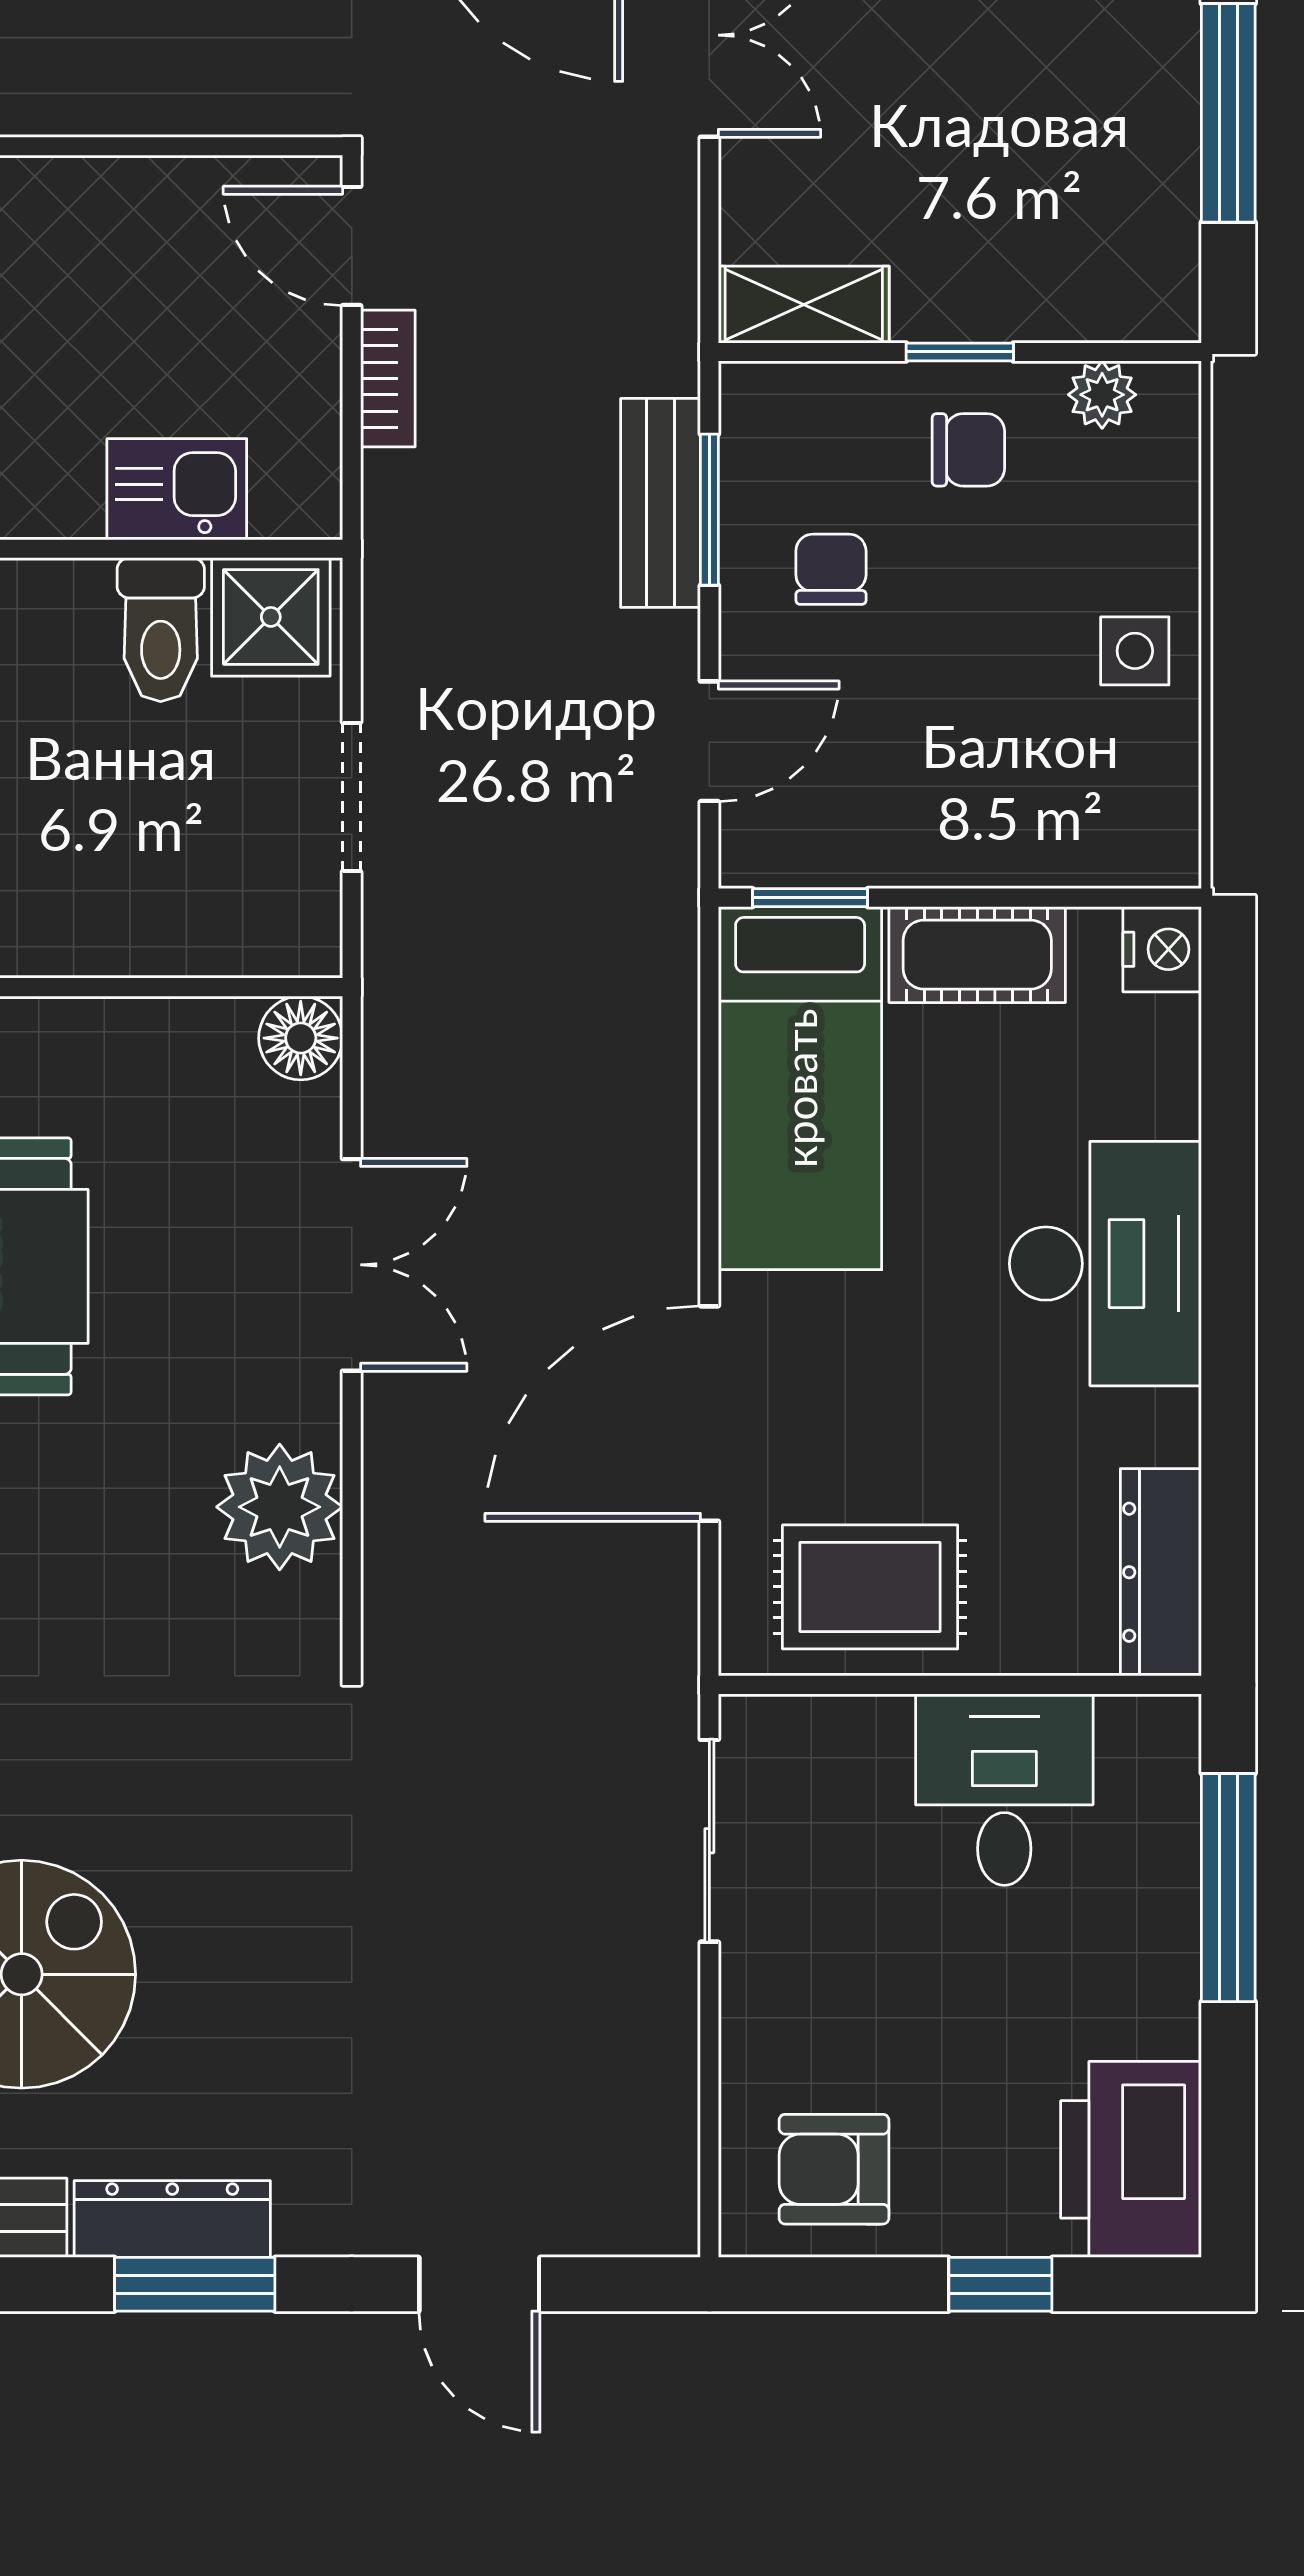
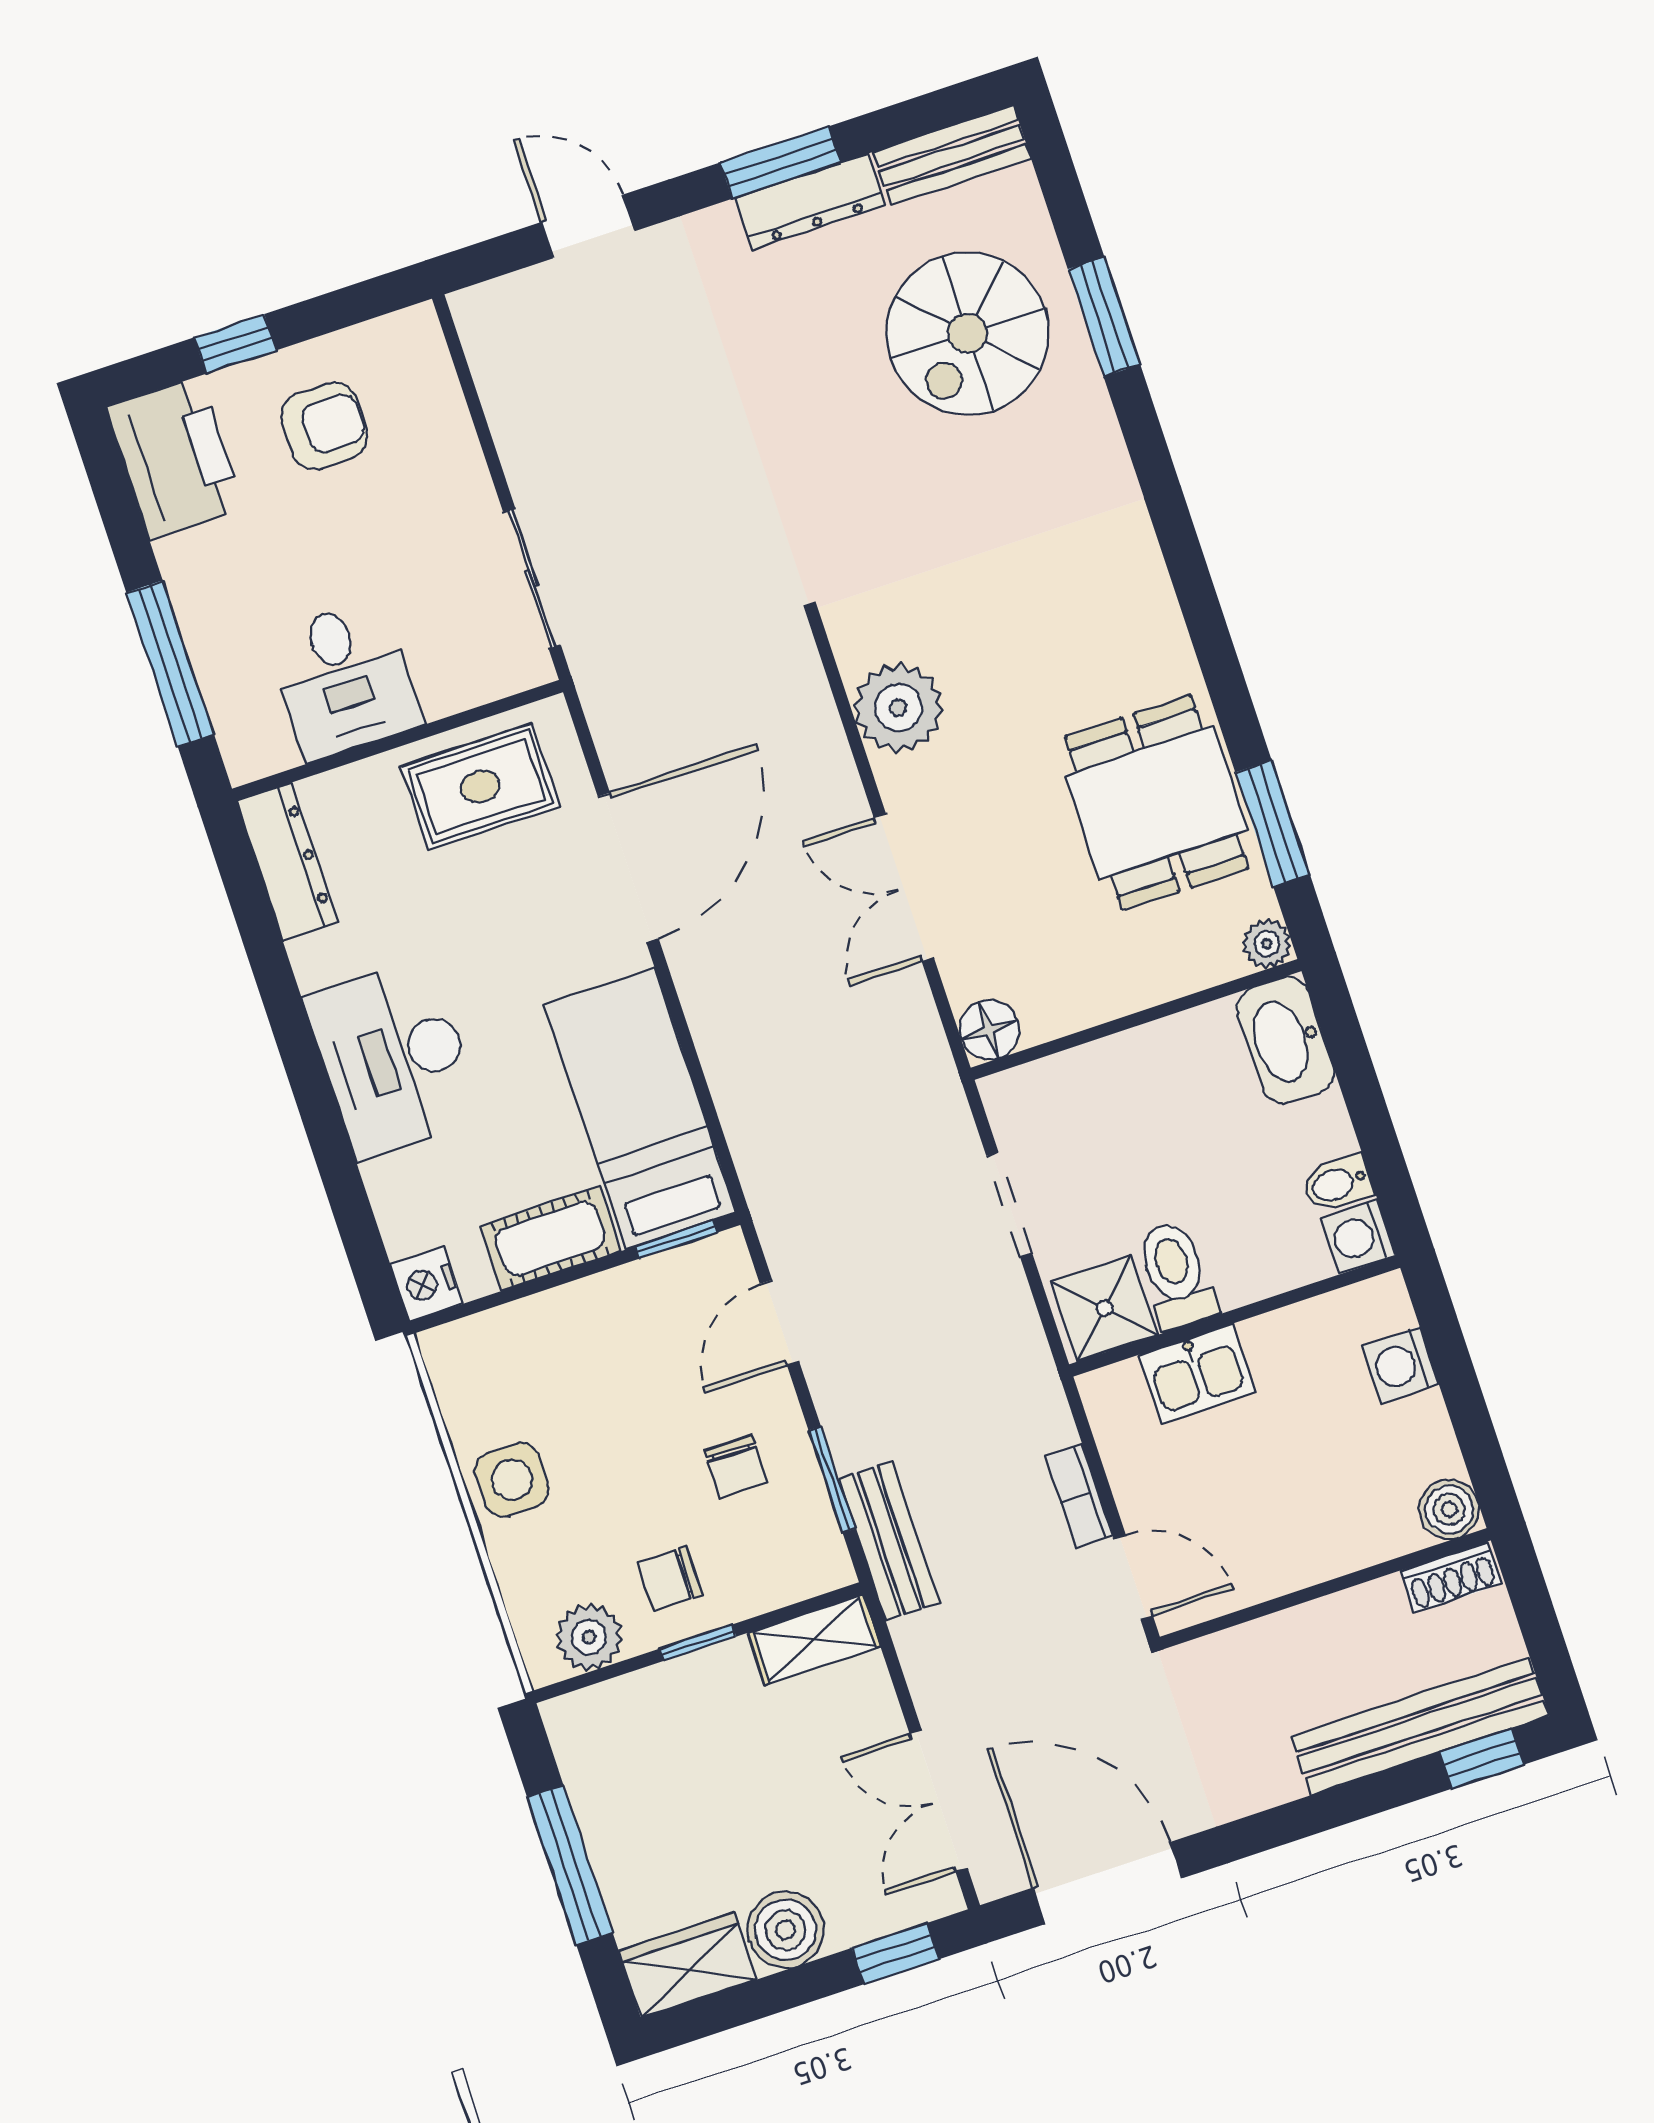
plant: (1102, 395) -> (589, 1637), width x1.38, depth x1.38
bench: (661, 503) -> (889, 1541), moved
side table: (1135, 651) -> (512, 1480), width x1.37, depth x1.37
armchair: (834, 2169) -> (324, 426), moved

